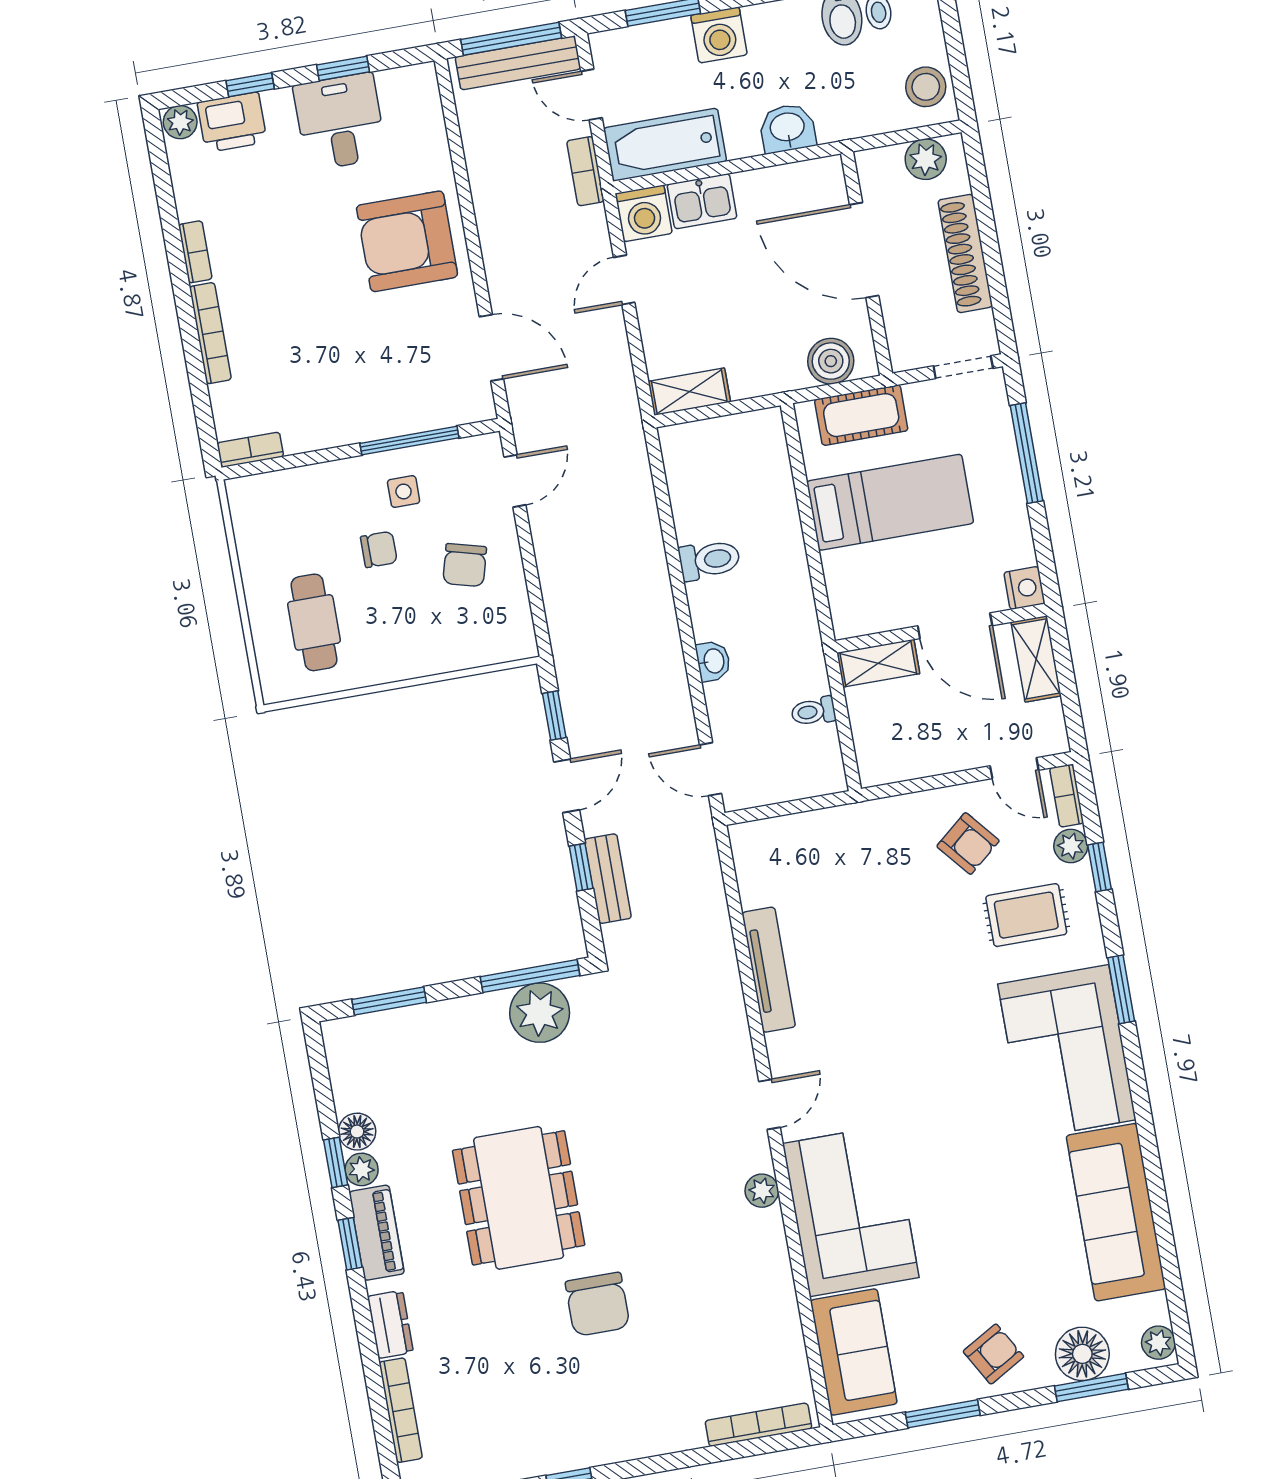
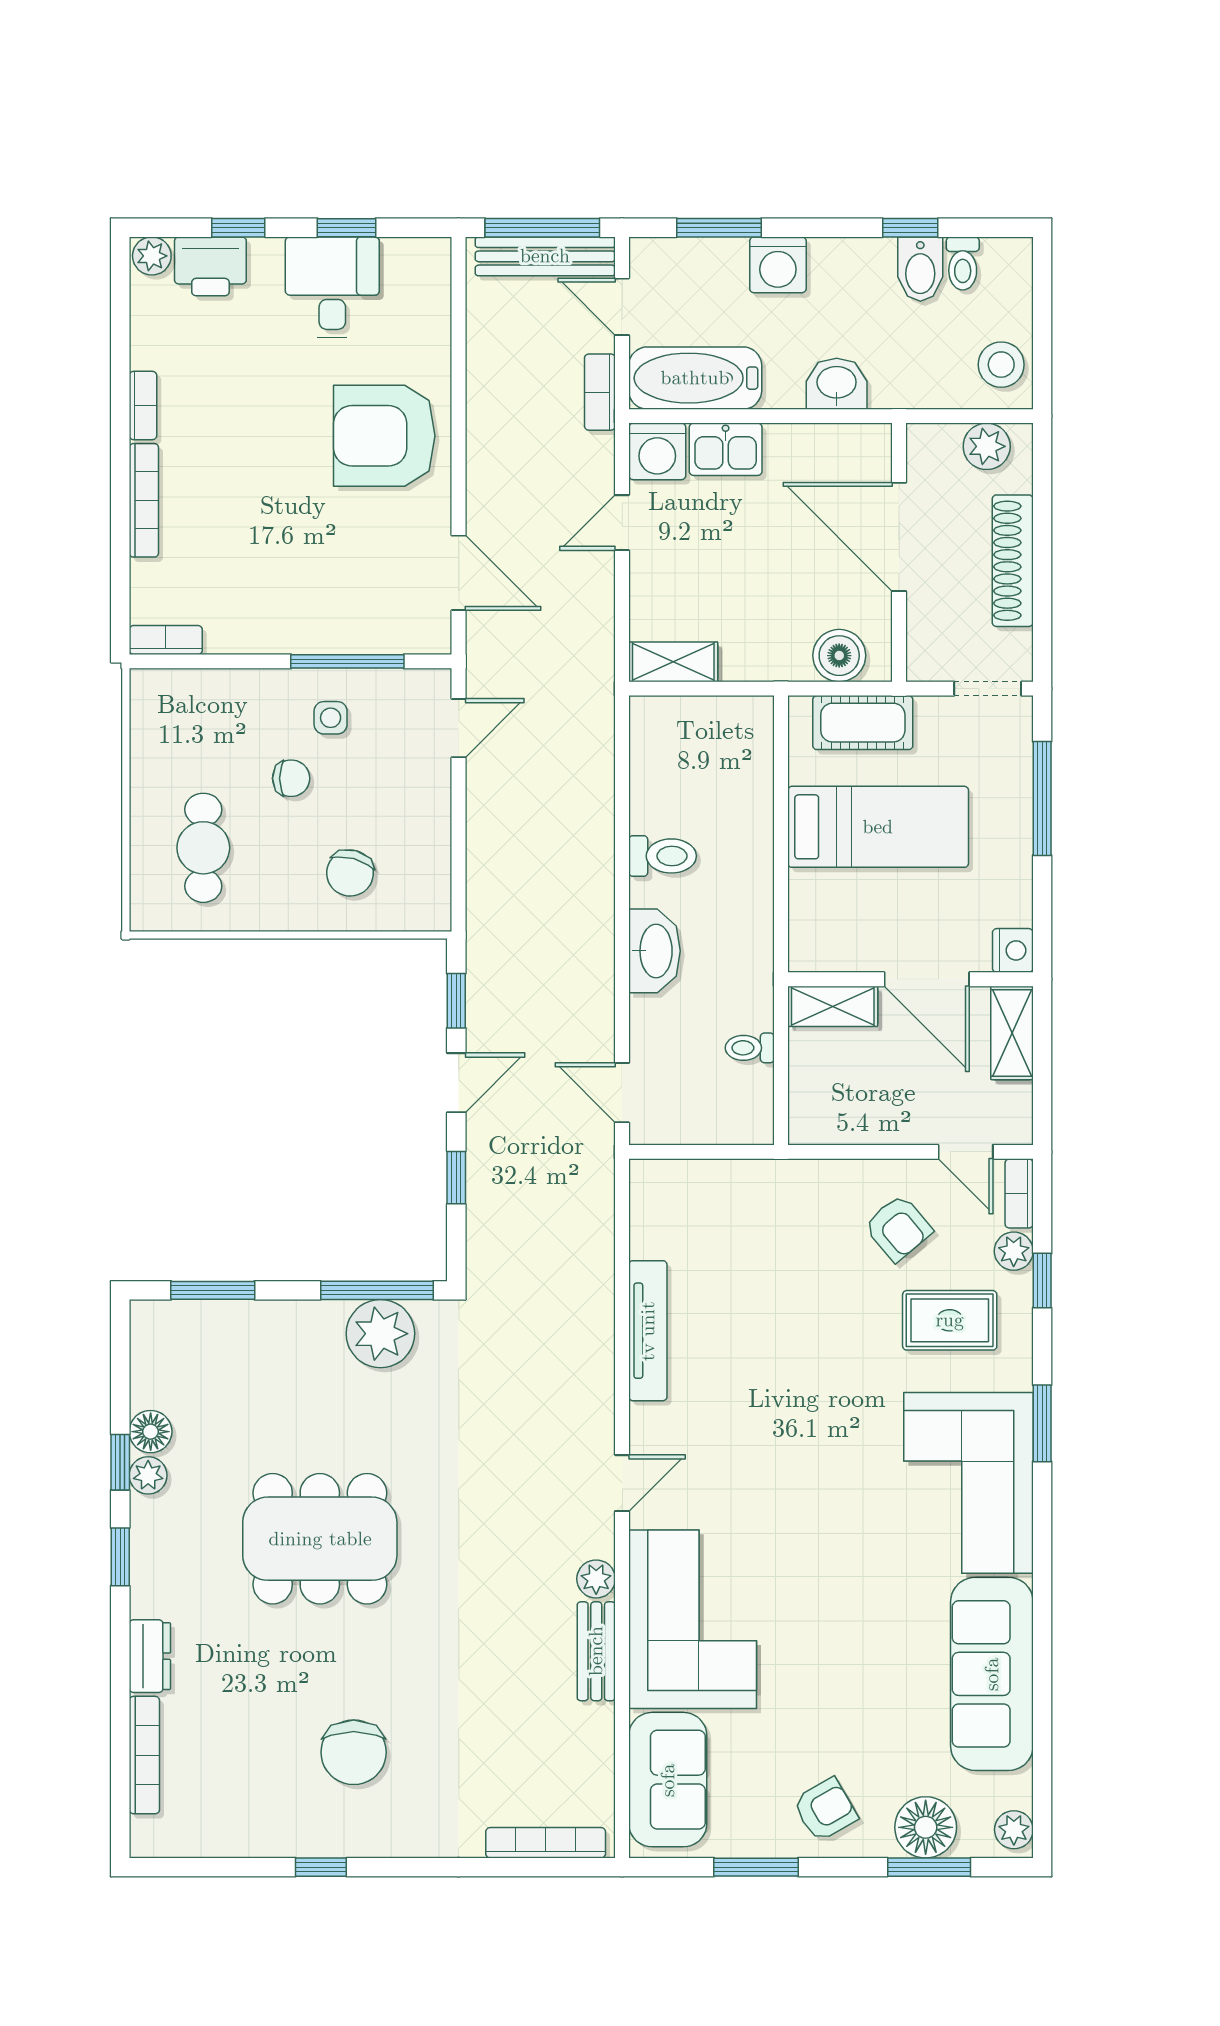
chair: (465, 565) -> (350, 873), moved
washbasin: (713, 661) -> (654, 951), width x1.91, depth x1.45
bench: (608, 879) -> (596, 1651), moved
dining table: (519, 1198) -> (320, 1539), turned 90
piano: (377, 1233) -> (152, 1550), removed
chair: (598, 1304) -> (354, 1752), moved

